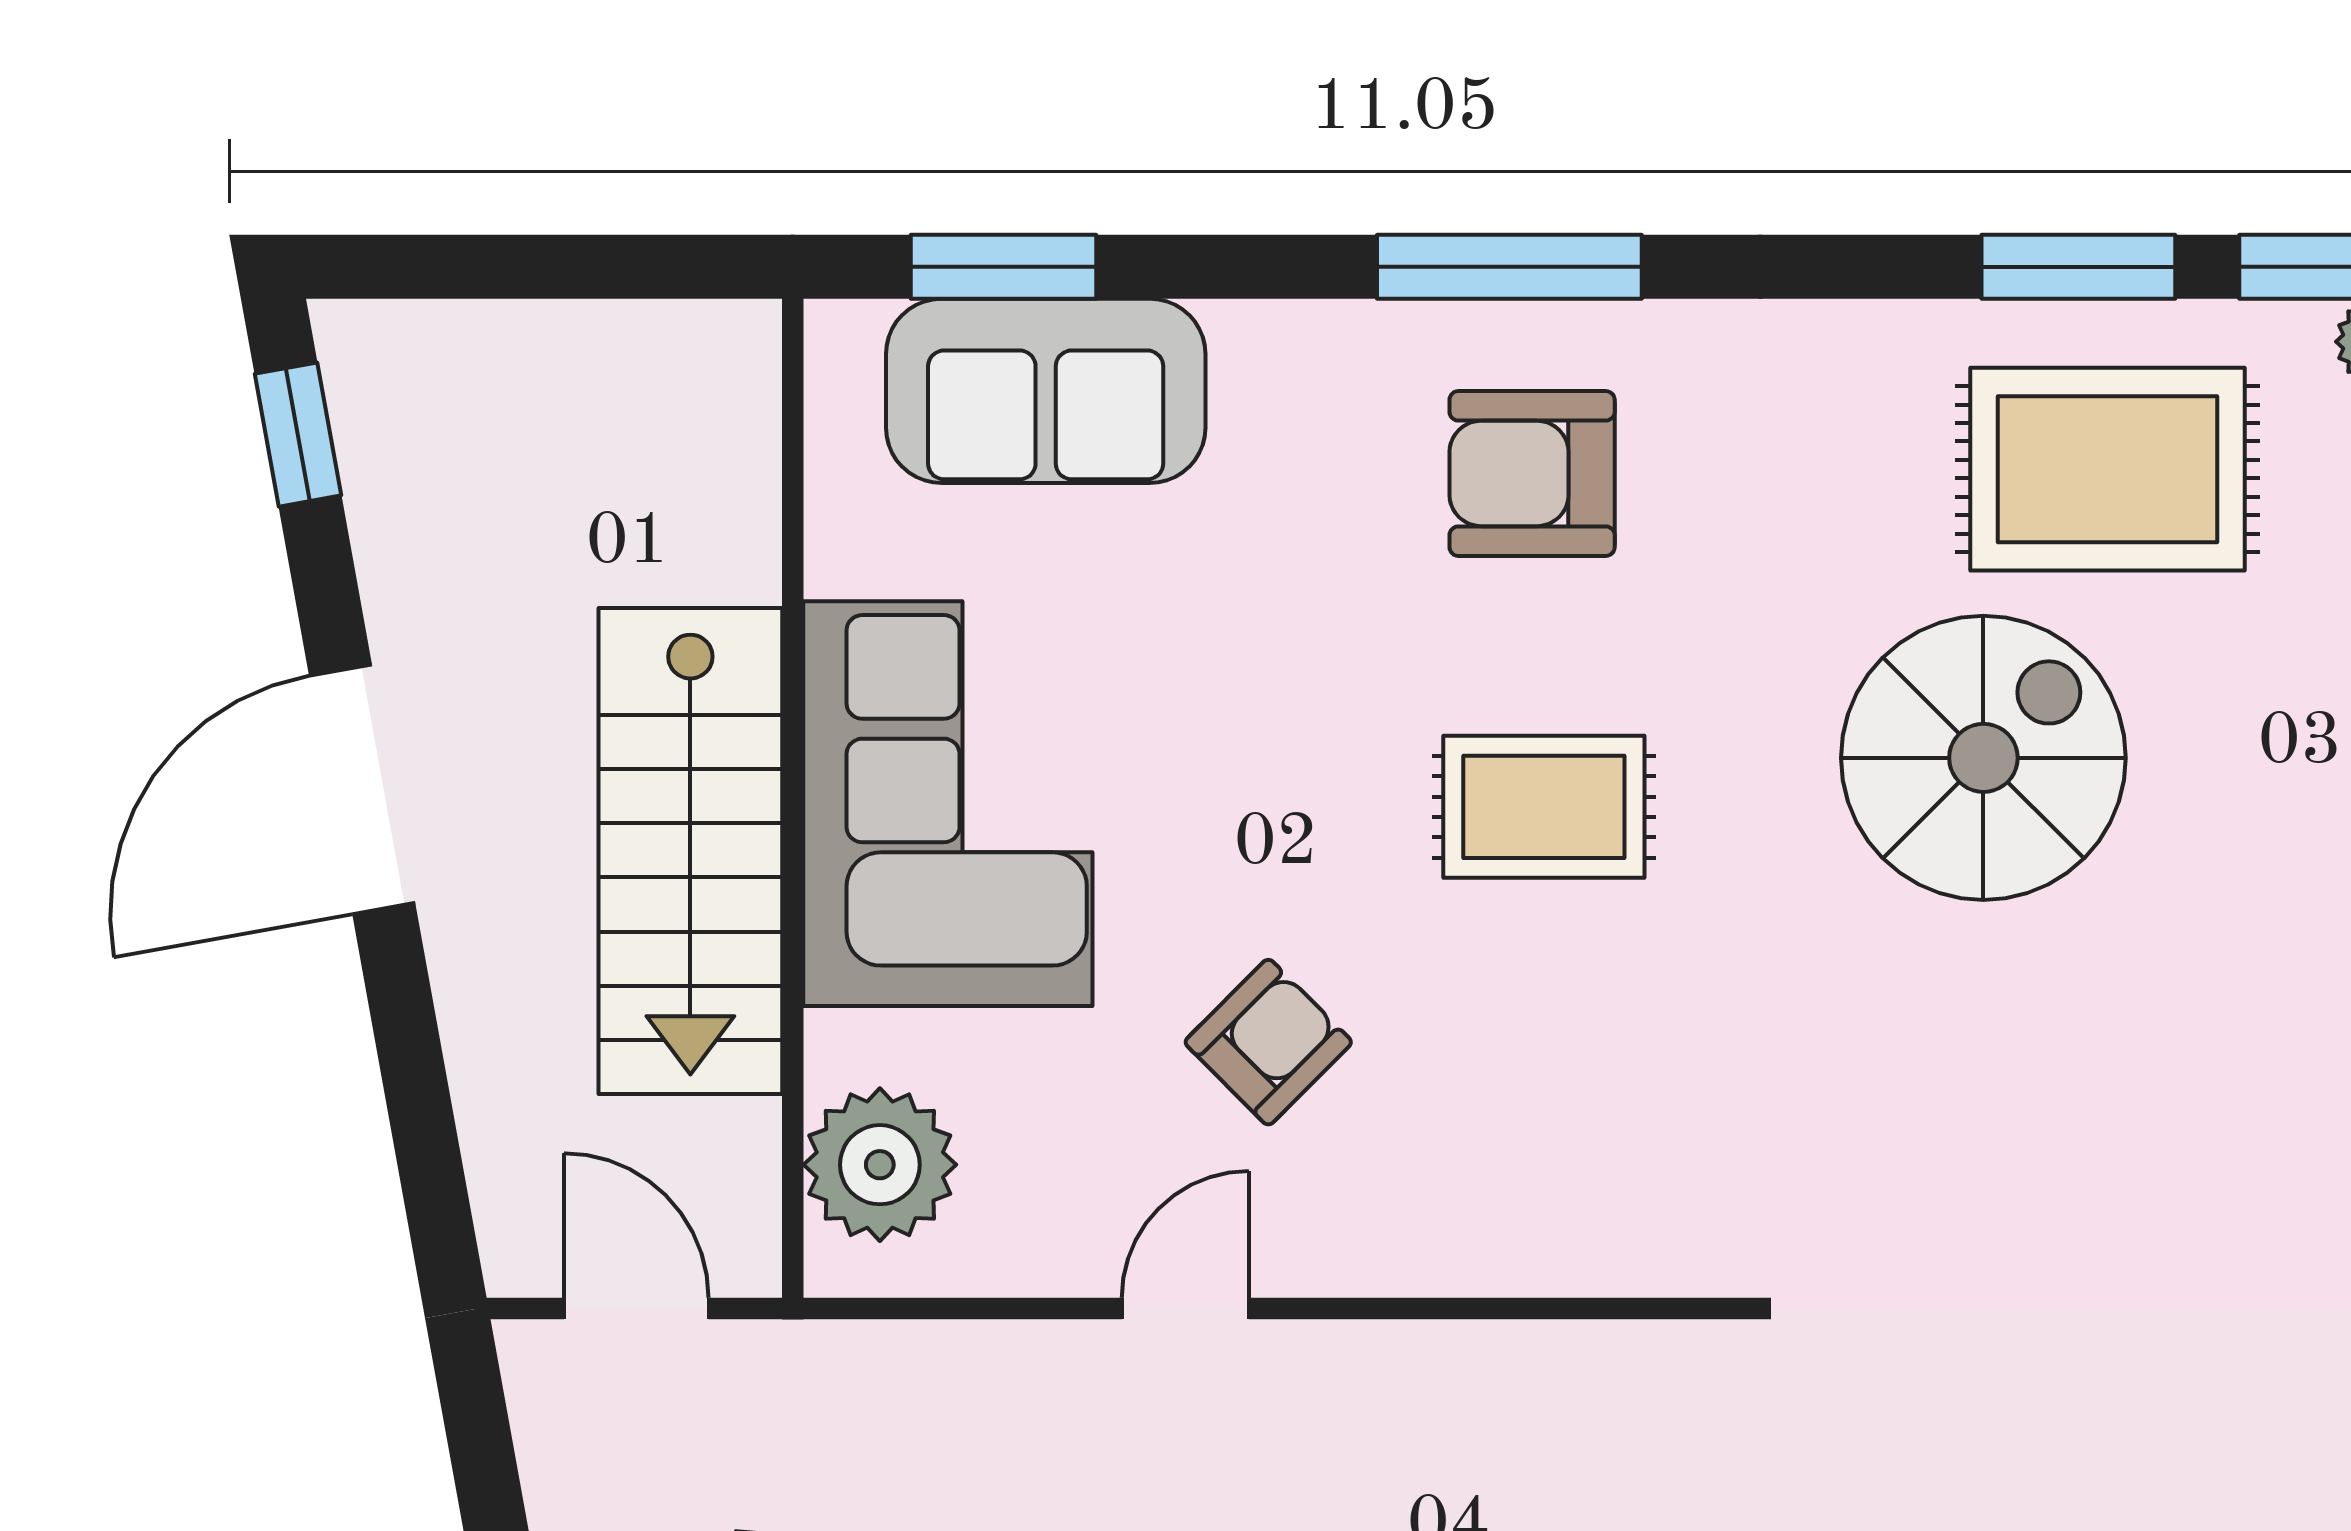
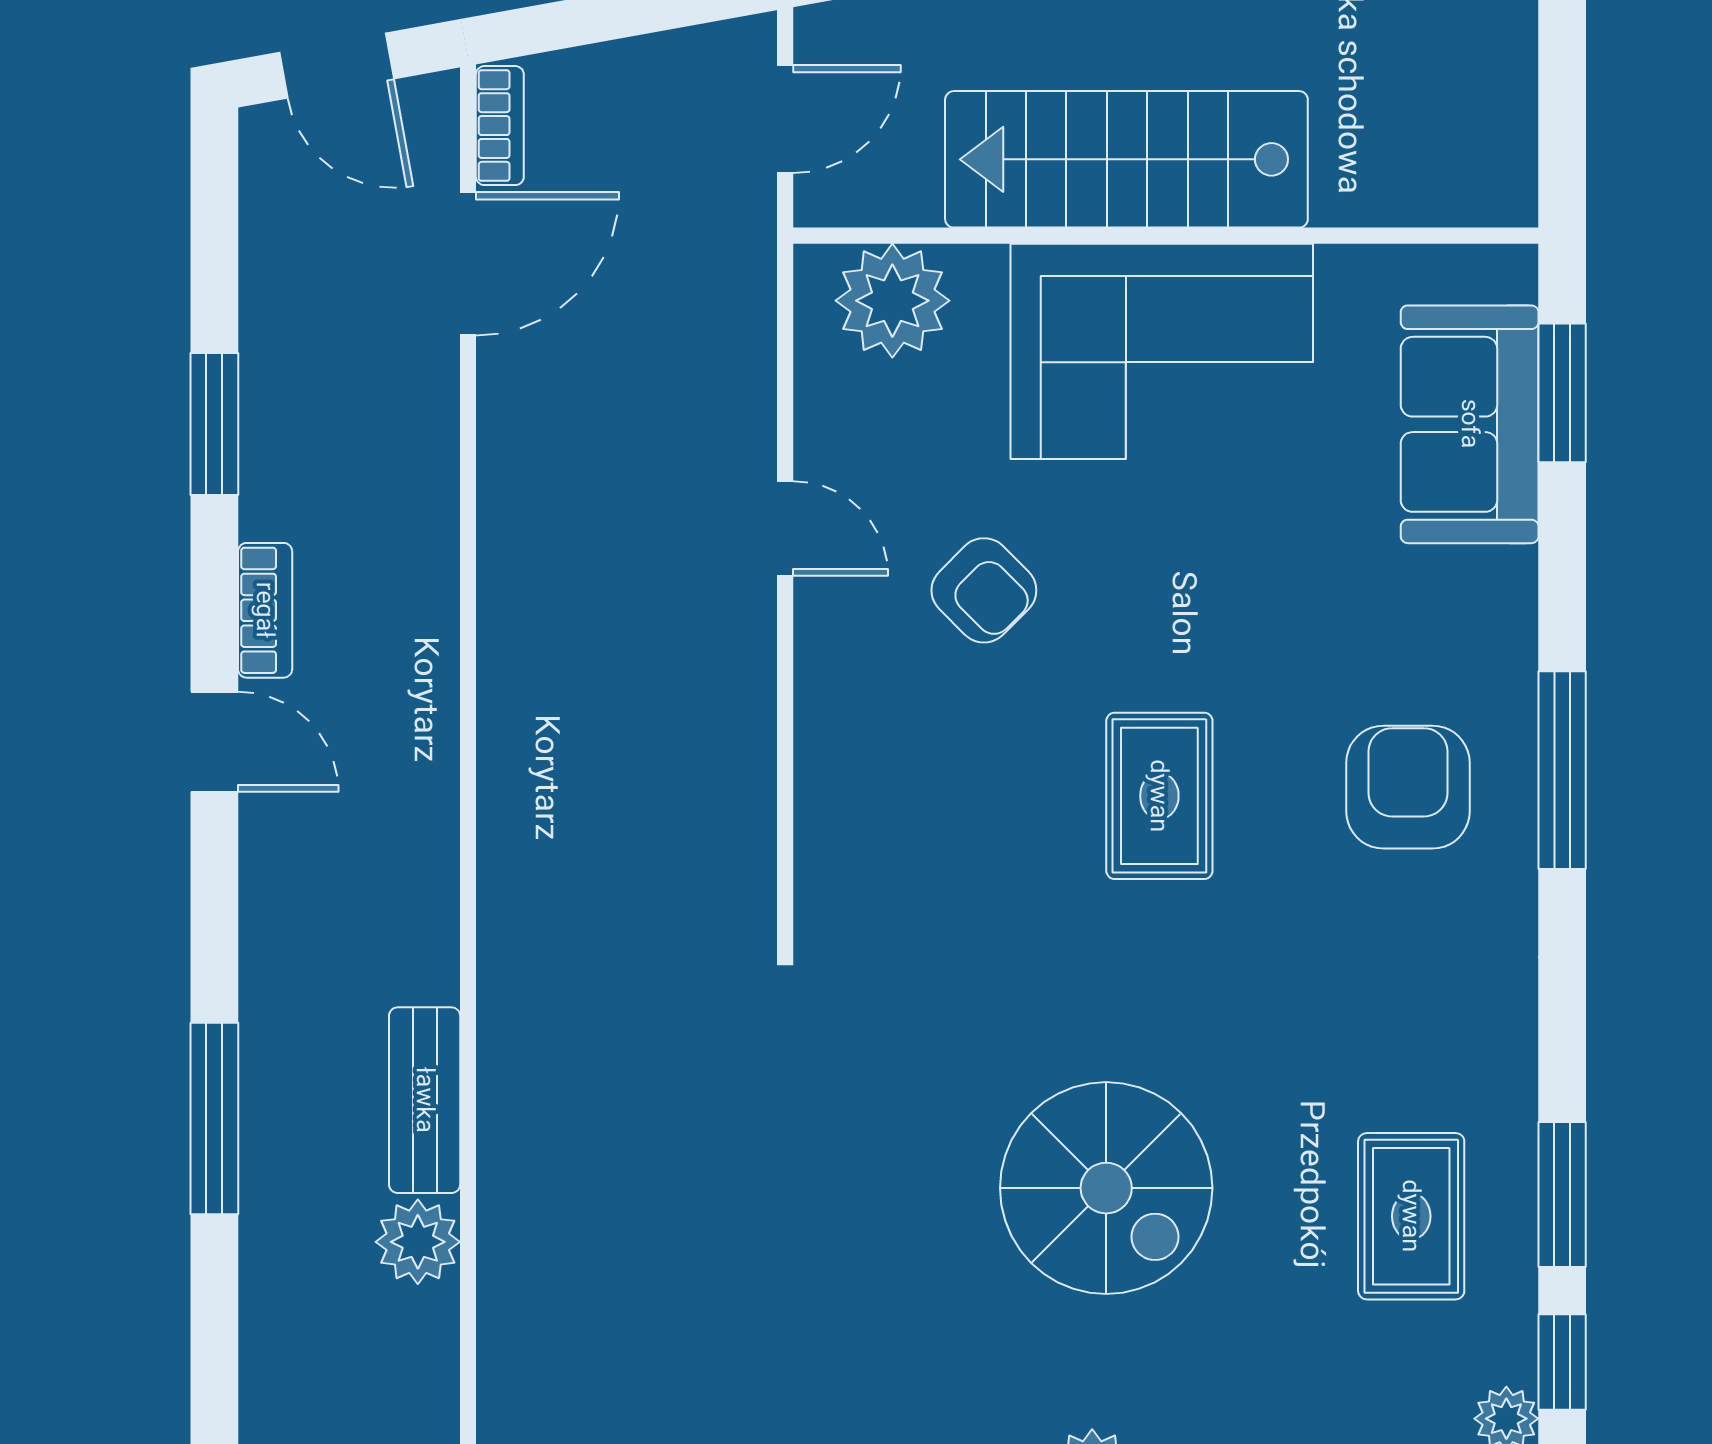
rug: (2107, 469) -> (1411, 1216), width x0.73, depth x0.70
spiral stairs: (1983, 758) -> (1106, 1188), moved

